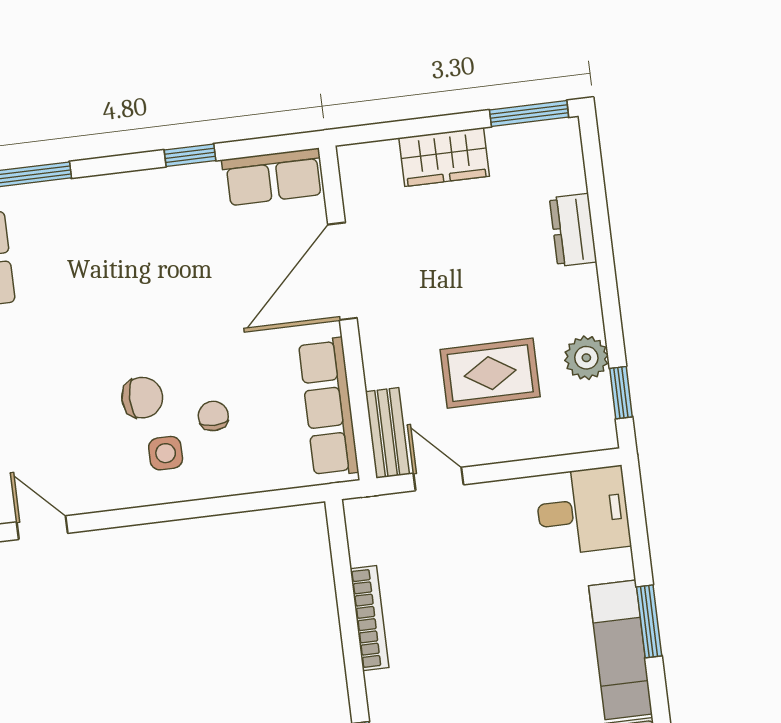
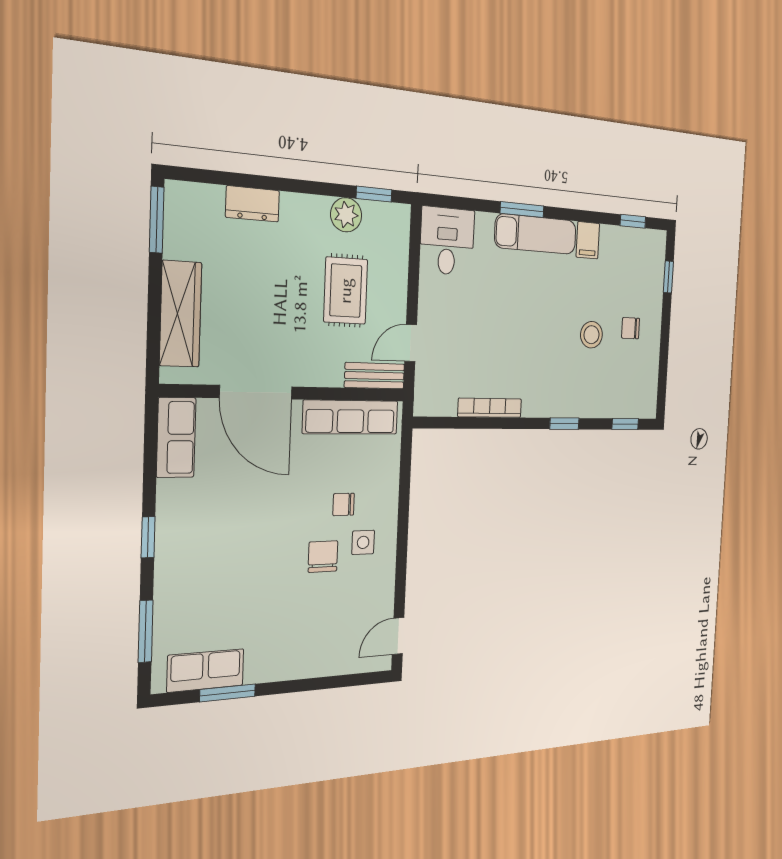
window: (190, 155) -> (148, 537), moved
wardrobe: (444, 157) -> (181, 314), width x1.50

